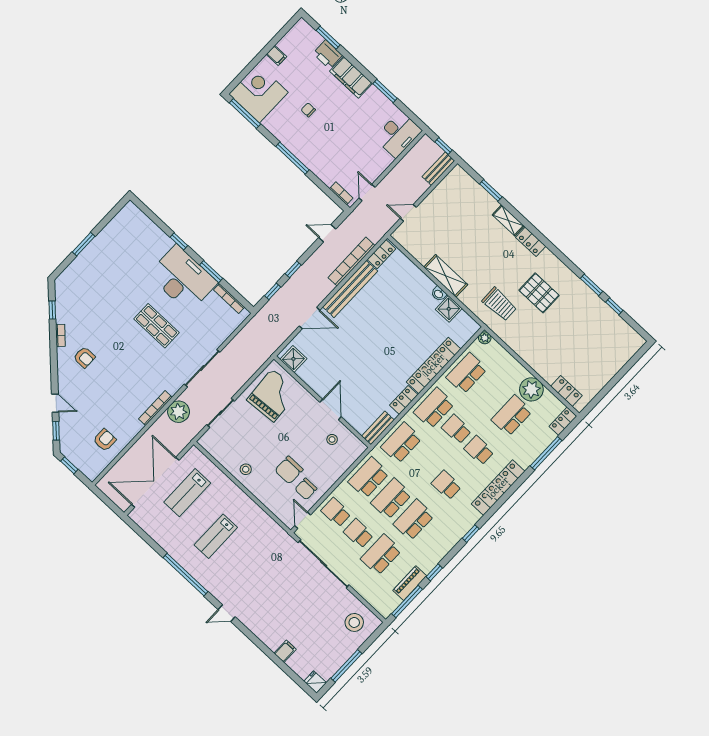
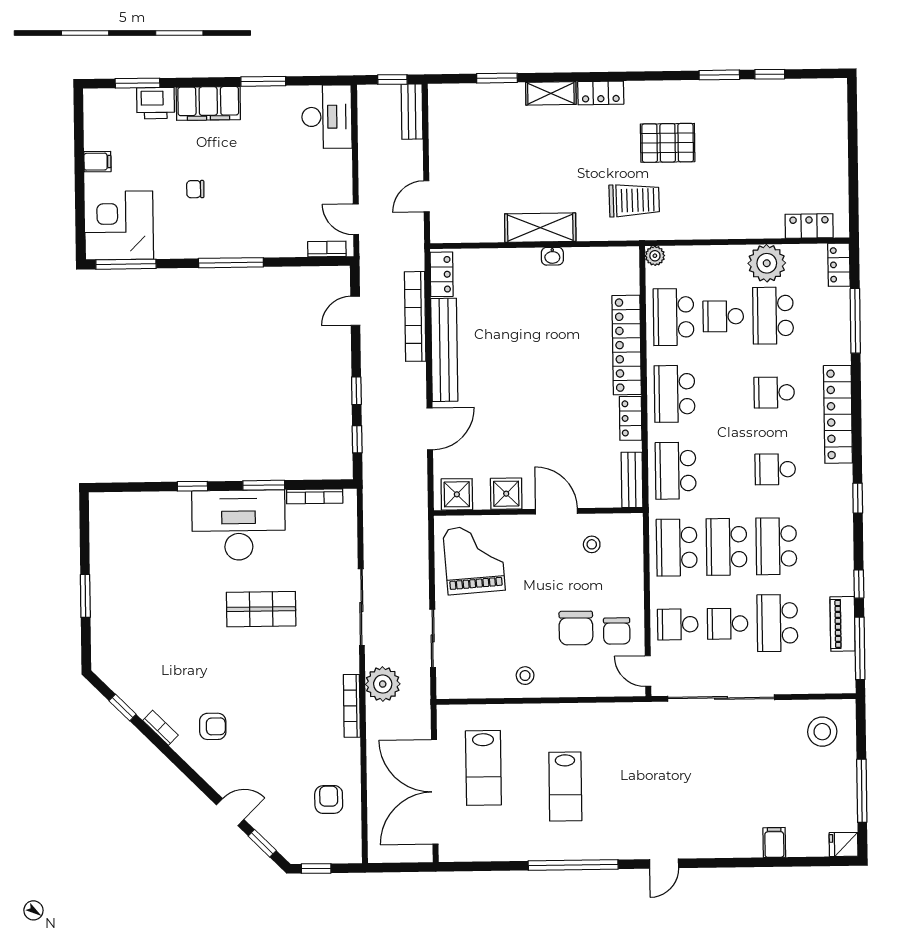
shower: (449, 309) -> (506, 494), moved
school desk: (456, 429) -> (723, 316), moved

